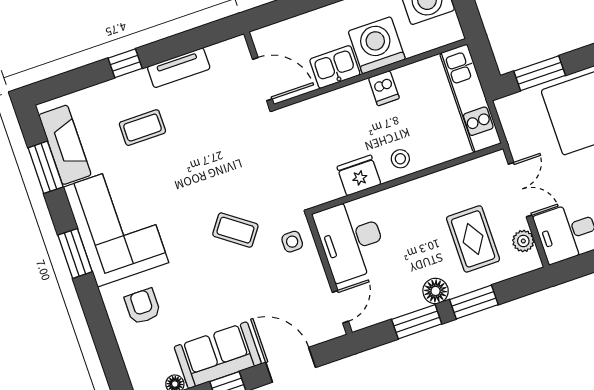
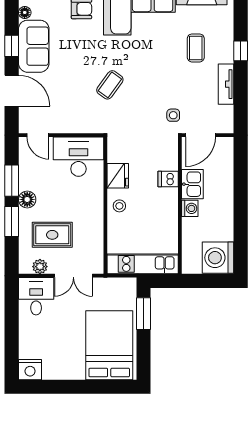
washing machine: (377, 45) -> (190, 208), width x0.53, depth x0.53
dishwasher: (384, 88) -> (168, 179), moved
side table: (292, 242) -> (173, 115), moved
door: (291, 365) -> (12, 91), hinge flipped

